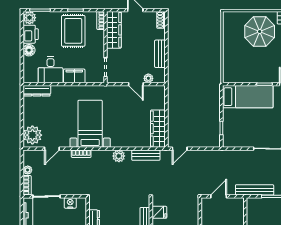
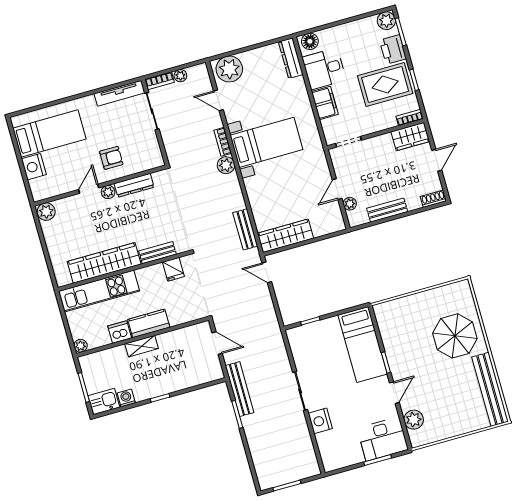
wardrobe: (114, 30) -> (410, 137), width x0.67
printer: (31, 34) -> (393, 49), moved, turned 90
floor lamp: (29, 50) -> (310, 41), moved
plant: (119, 156) -> (226, 165), moved
nightstand: (70, 203) -> (152, 146), removed

